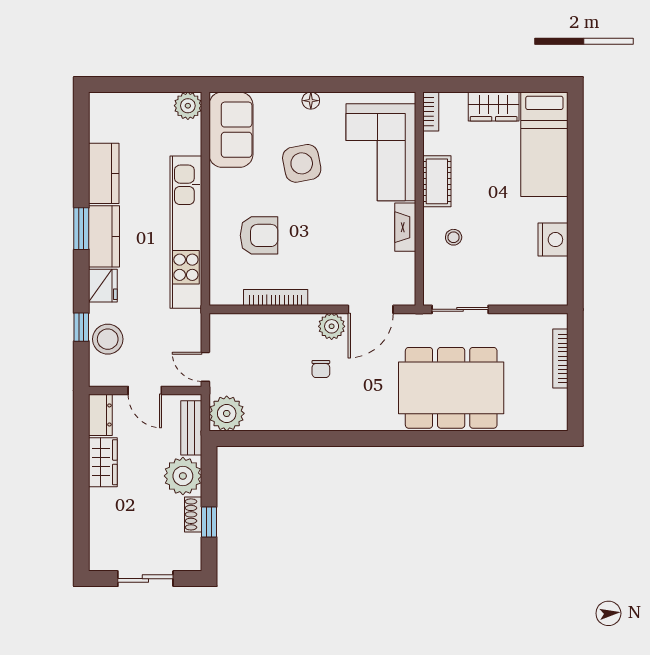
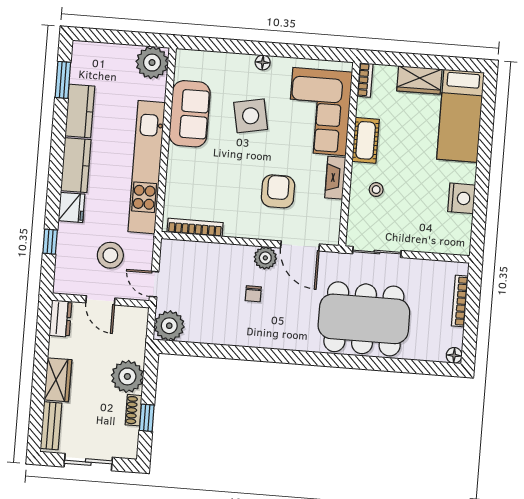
plant: (188, 106) -> (152, 63), width x1.36, depth x1.36
sofa: (231, 130) -> (190, 114), moved
window: (81, 229) -> (63, 80), moved
armchair: (259, 235) -> (278, 191), moved, turned -90
bookcase: (276, 297) -> (195, 227), moved
door: (371, 309) -> (300, 246), hinge flipped
stool: (108, 339) -> (110, 255), moved
floor lamp: (559, 422) -> (454, 355), added
bench: (191, 428) -> (51, 426), moved
wardrobe: (103, 462) -> (58, 380), moved

